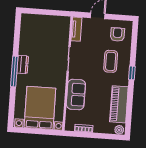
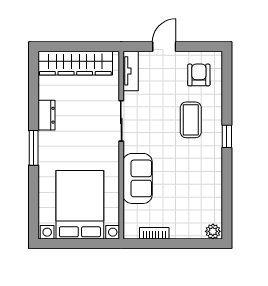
wardrobe: (43, 22) -> (75, 63), added
dresser: (23, 65) -> (47, 115), moved
window: (14, 71) -> (34, 148), width x0.69
piano: (119, 104) -> (209, 189), removed

